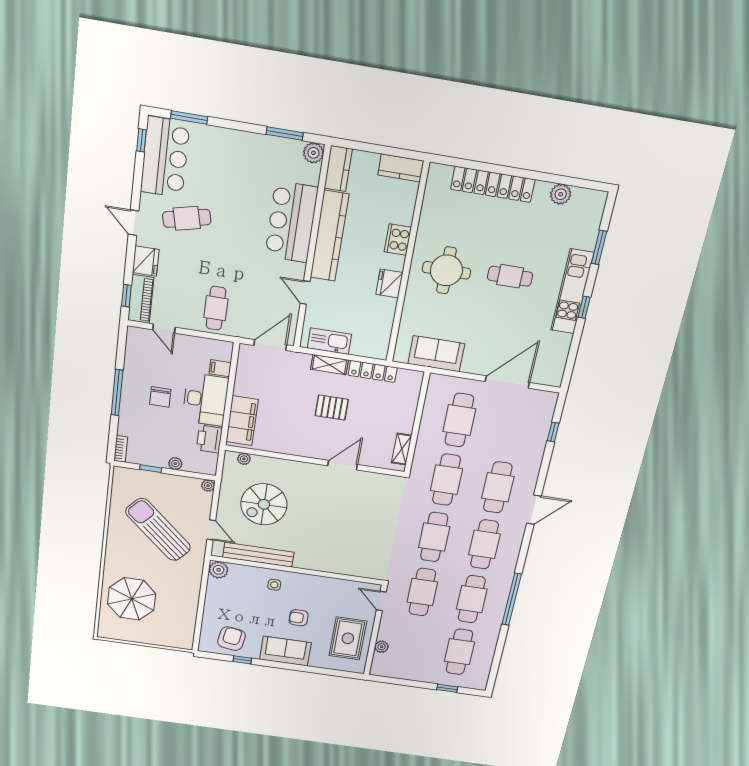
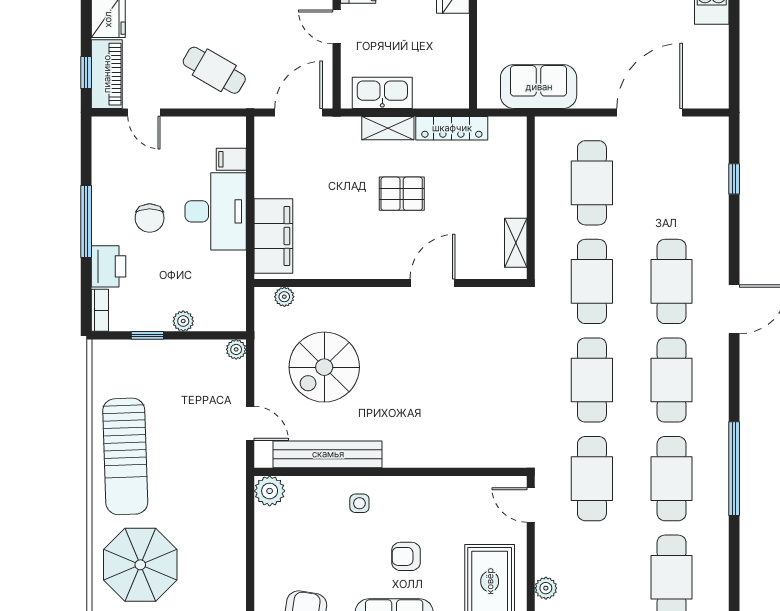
cafe table: (216, 308) -> (214, 70), turned -60
printer: (209, 439) -> (108, 266), moved, turned 180
sun lounger: (158, 530) -> (125, 456), moved, turned -134

